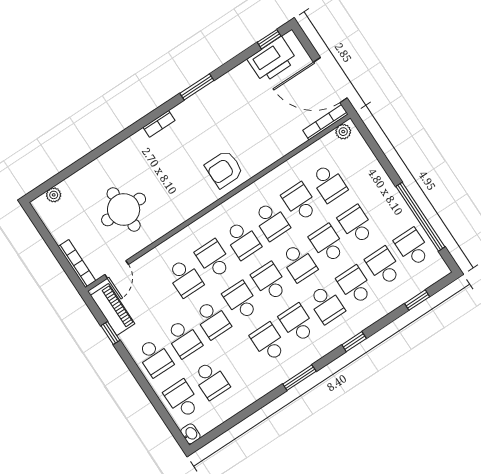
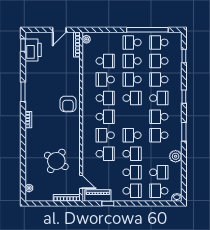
door: (330, 80) -> (59, 30), width x0.53
round table: (124, 209) -> (56, 161), turned 33
school desk: (270, 282) -> (132, 42), moved
plant: (253, 390) -> (176, 156), added

